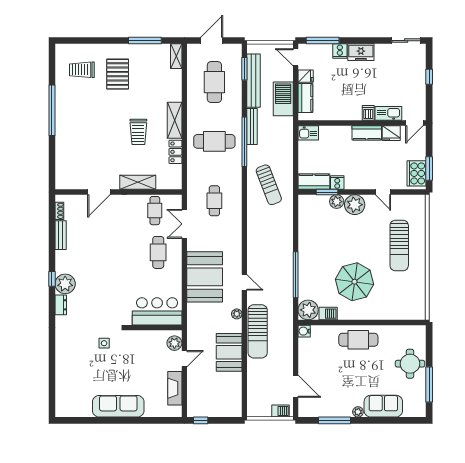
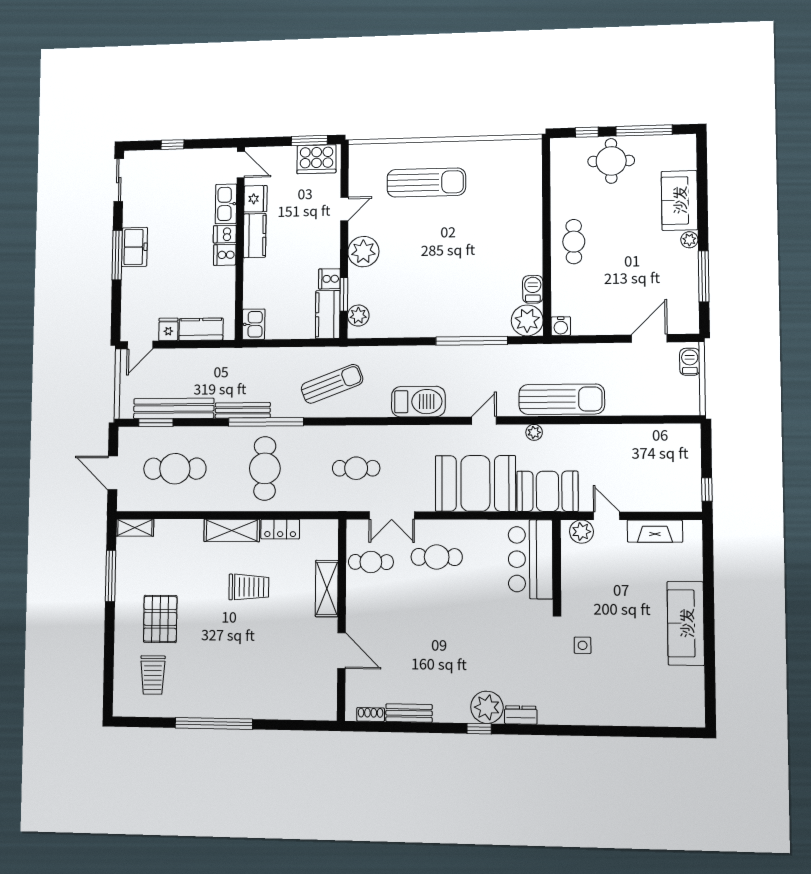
window: (323, 41) -> (117, 255), moved
cooker: (340, 51) -> (225, 255), moved, turned 180
pallet: (118, 74) -> (160, 619), turned 90
barbecue: (283, 99) -> (418, 402), moved, turned 180
plant: (337, 202) -> (358, 316), moved
parasol: (355, 282) -> (483, 249), removed
cafe table: (358, 340) -> (574, 242), width x0.73, depth x0.74
window: (429, 348) -> (587, 132), added
booth: (229, 352) -> (547, 491), moved

